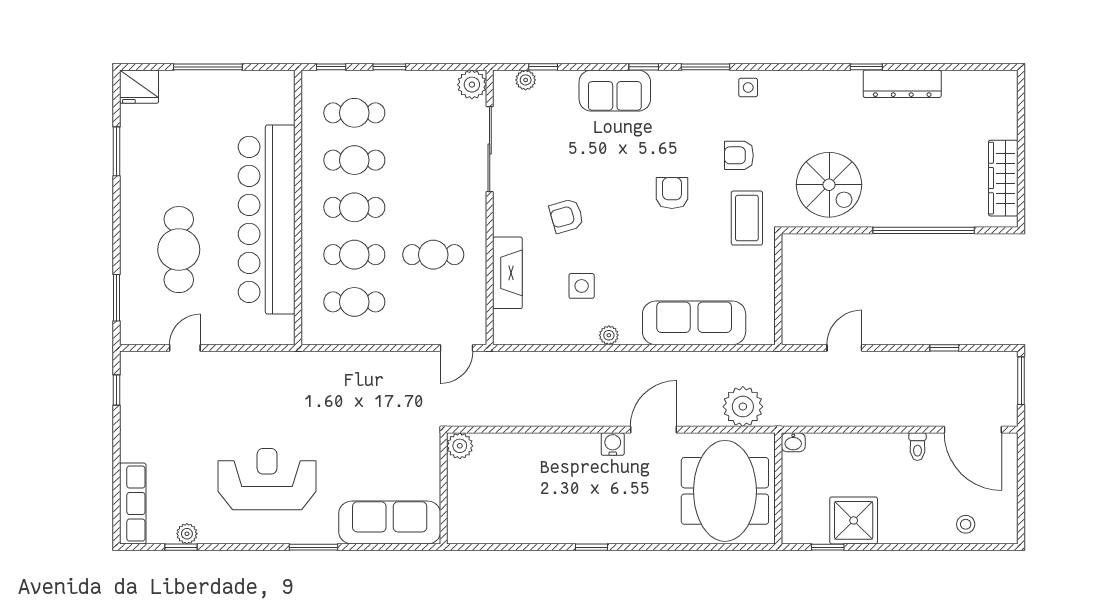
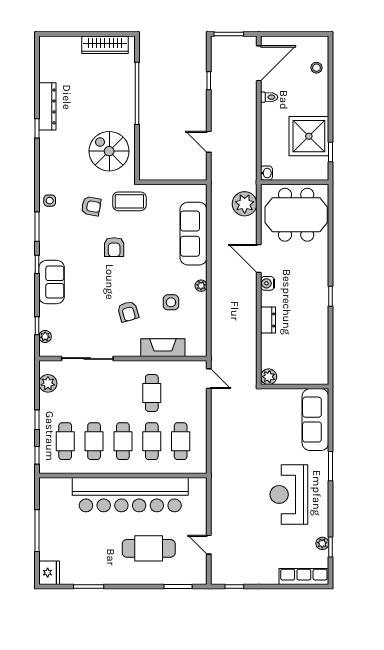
plant: (472, 85) -> (48, 383), moved
armchair: (739, 155) -> (91, 206), turned -80
spiral stairs: (829, 185) -> (109, 151), turned -90
armchair: (672, 193) -> (114, 247), turned -90
dresser: (553, 445) -> (268, 320), added
shower: (854, 520) -> (309, 136), width x1.37, depth x1.37

